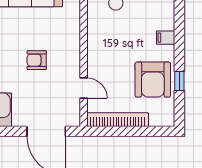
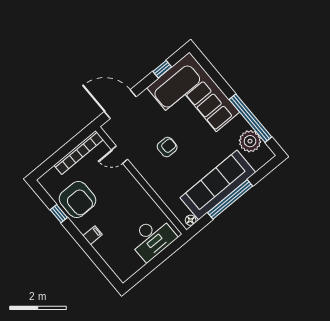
armchair: (153, 80) -> (77, 200), turned 180

